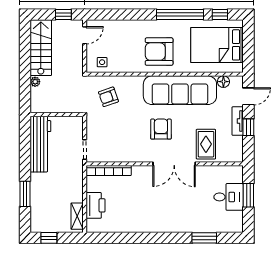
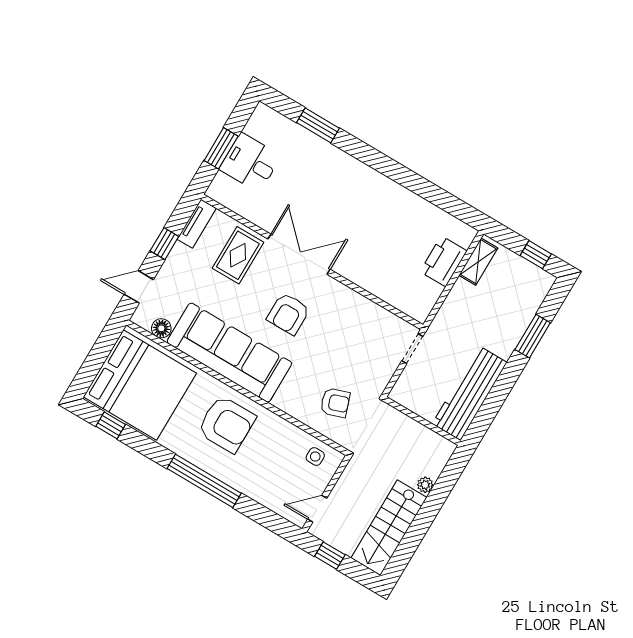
window: (180, 15) -> (204, 481), moved
bed: (217, 45) -> (140, 385), width x1.36
tv unit: (238, 121) -> (197, 224), moved
bookcase: (109, 171) -> (396, 299), removed

